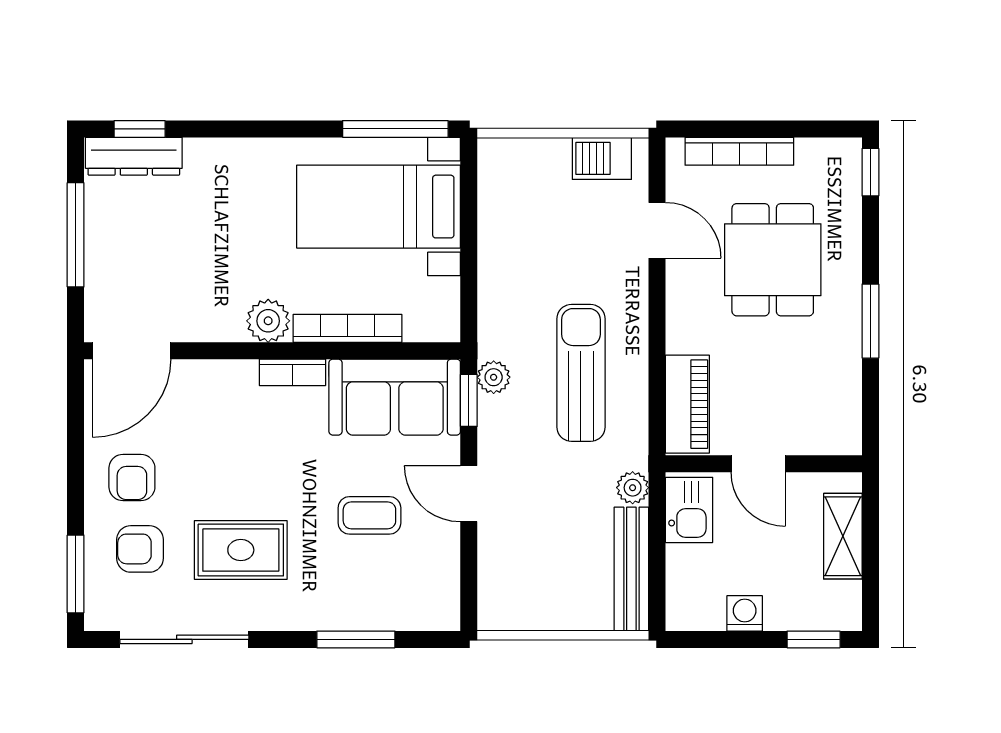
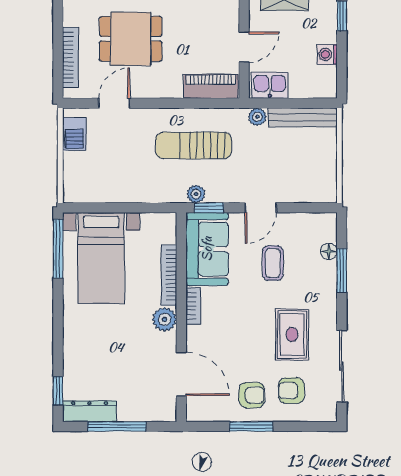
dresser: (134, 156) -> (89, 411), moved, turned -90
door: (132, 351) -> (181, 374), moved
armchair: (140, 549) -> (291, 391), turned 90
window: (76, 574) -> (251, 426), moved
floor lamp: (390, 616) -> (329, 252), added

